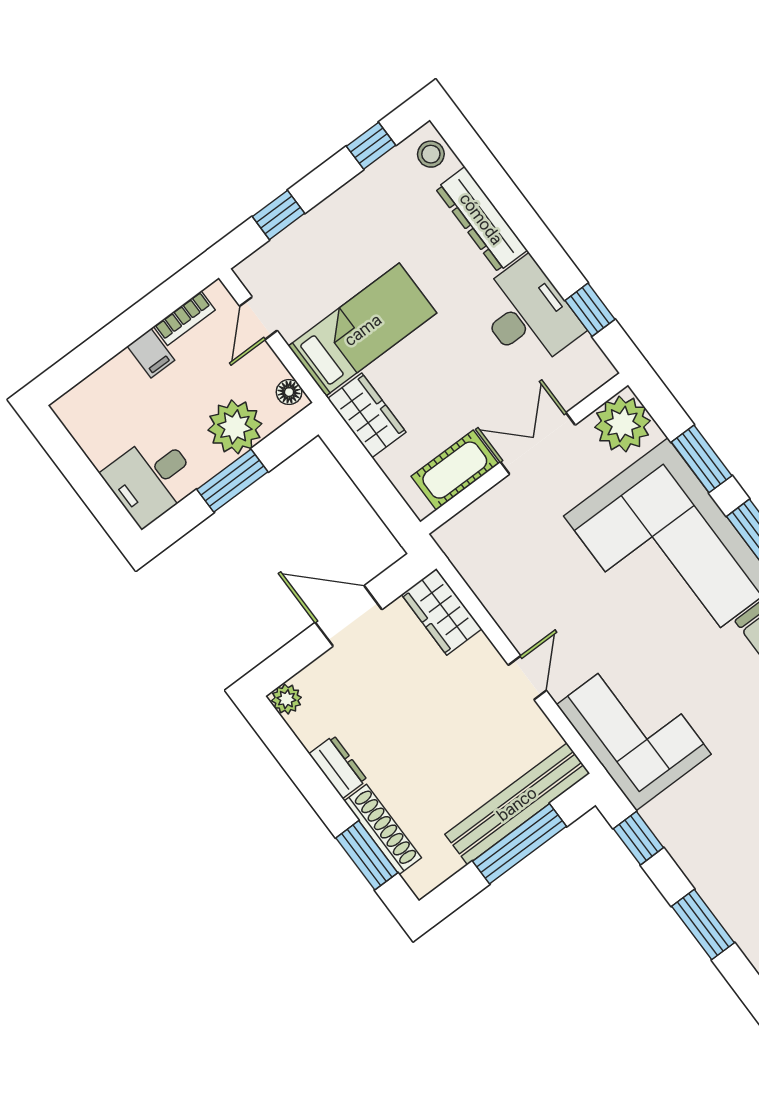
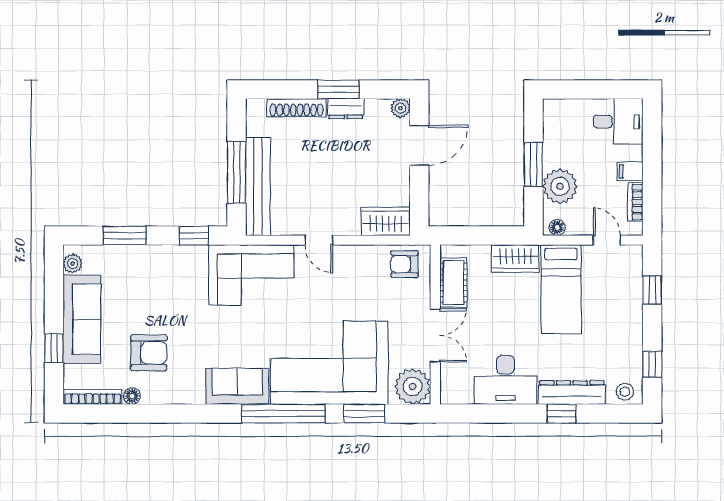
window: (590, 310) -> (562, 414), moved
desk: (151, 479) -> (618, 122), moved, turned 90
armchair: (477, 548) -> (404, 264), added
door: (349, 616) -> (419, 145), moved
window: (367, 855) -> (338, 89), moved

